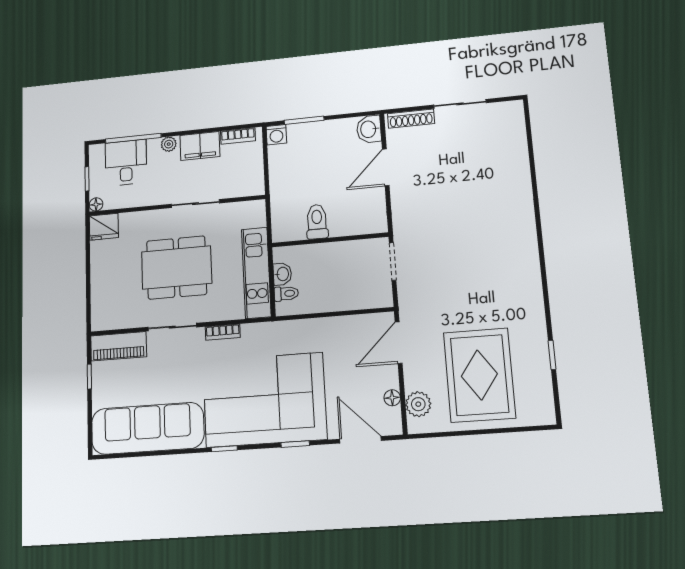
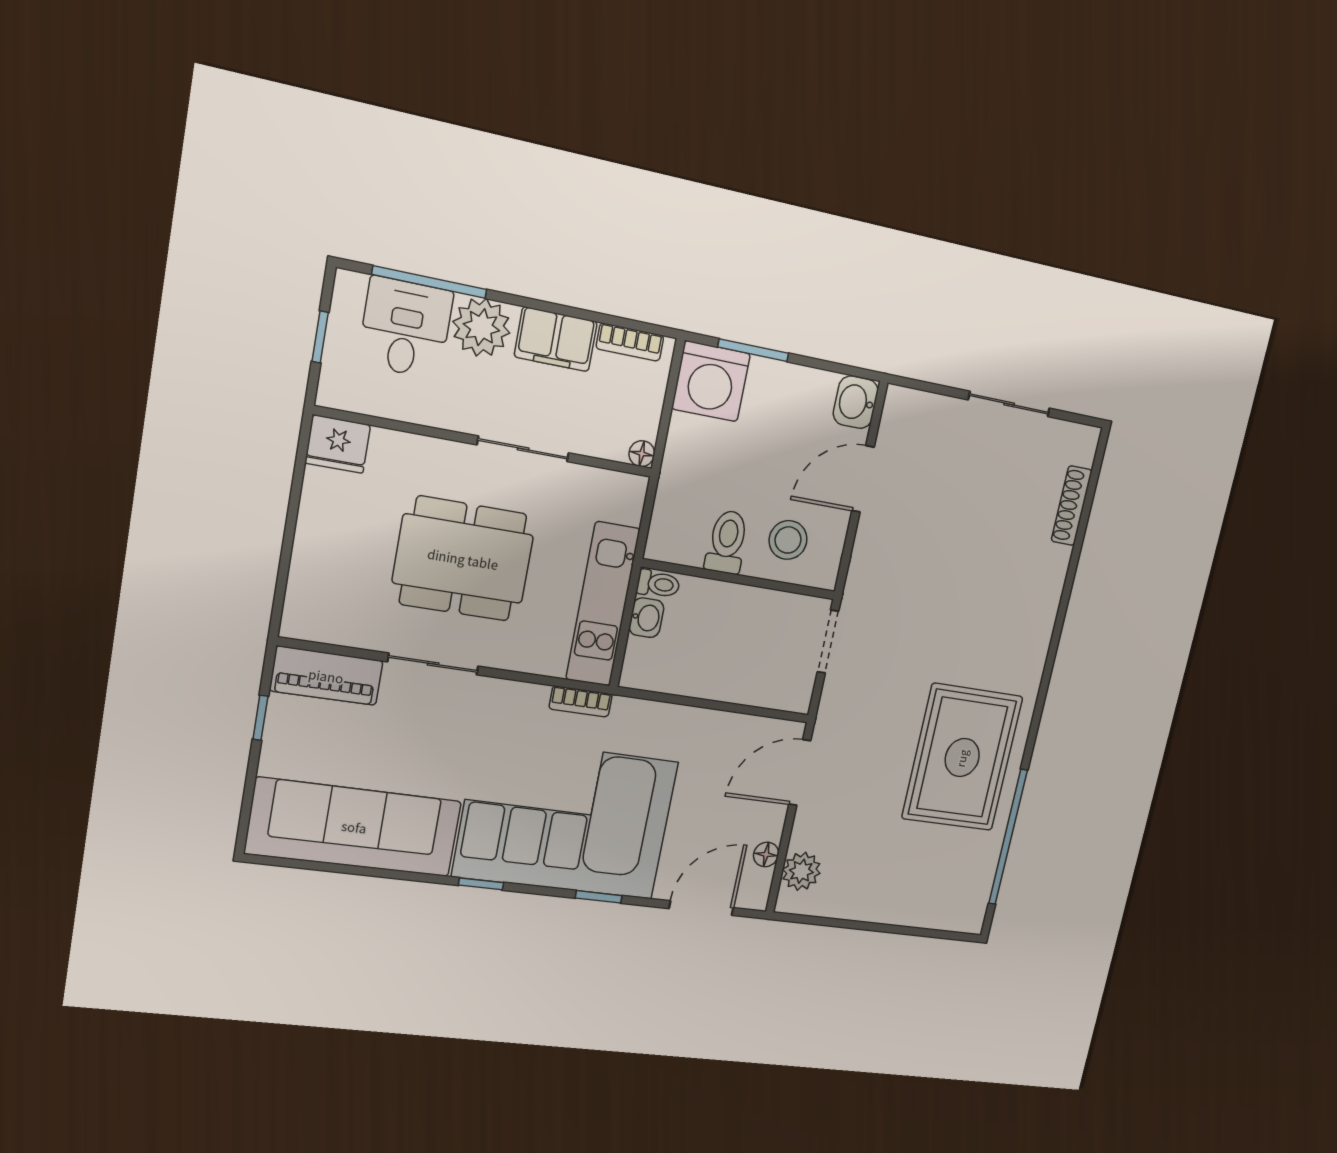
shoe rack: (411, 119) -> (1072, 506), moved, turned 90
washing machine: (276, 135) -> (711, 381), width x1.89, depth x1.89
plant: (169, 144) -> (481, 327), width x1.88, depth x1.88
floor lamp: (96, 204) -> (642, 454), moved
stool: (352, 211) -> (788, 540), added
toilet: (286, 294) -> (658, 584), moved
bookcase: (223, 332) -> (581, 701), moved
window: (552, 355) -> (1008, 837), width x3.17
rug: (479, 375) -> (962, 758), moved
door: (361, 440) -> (701, 908), hinge flipped

